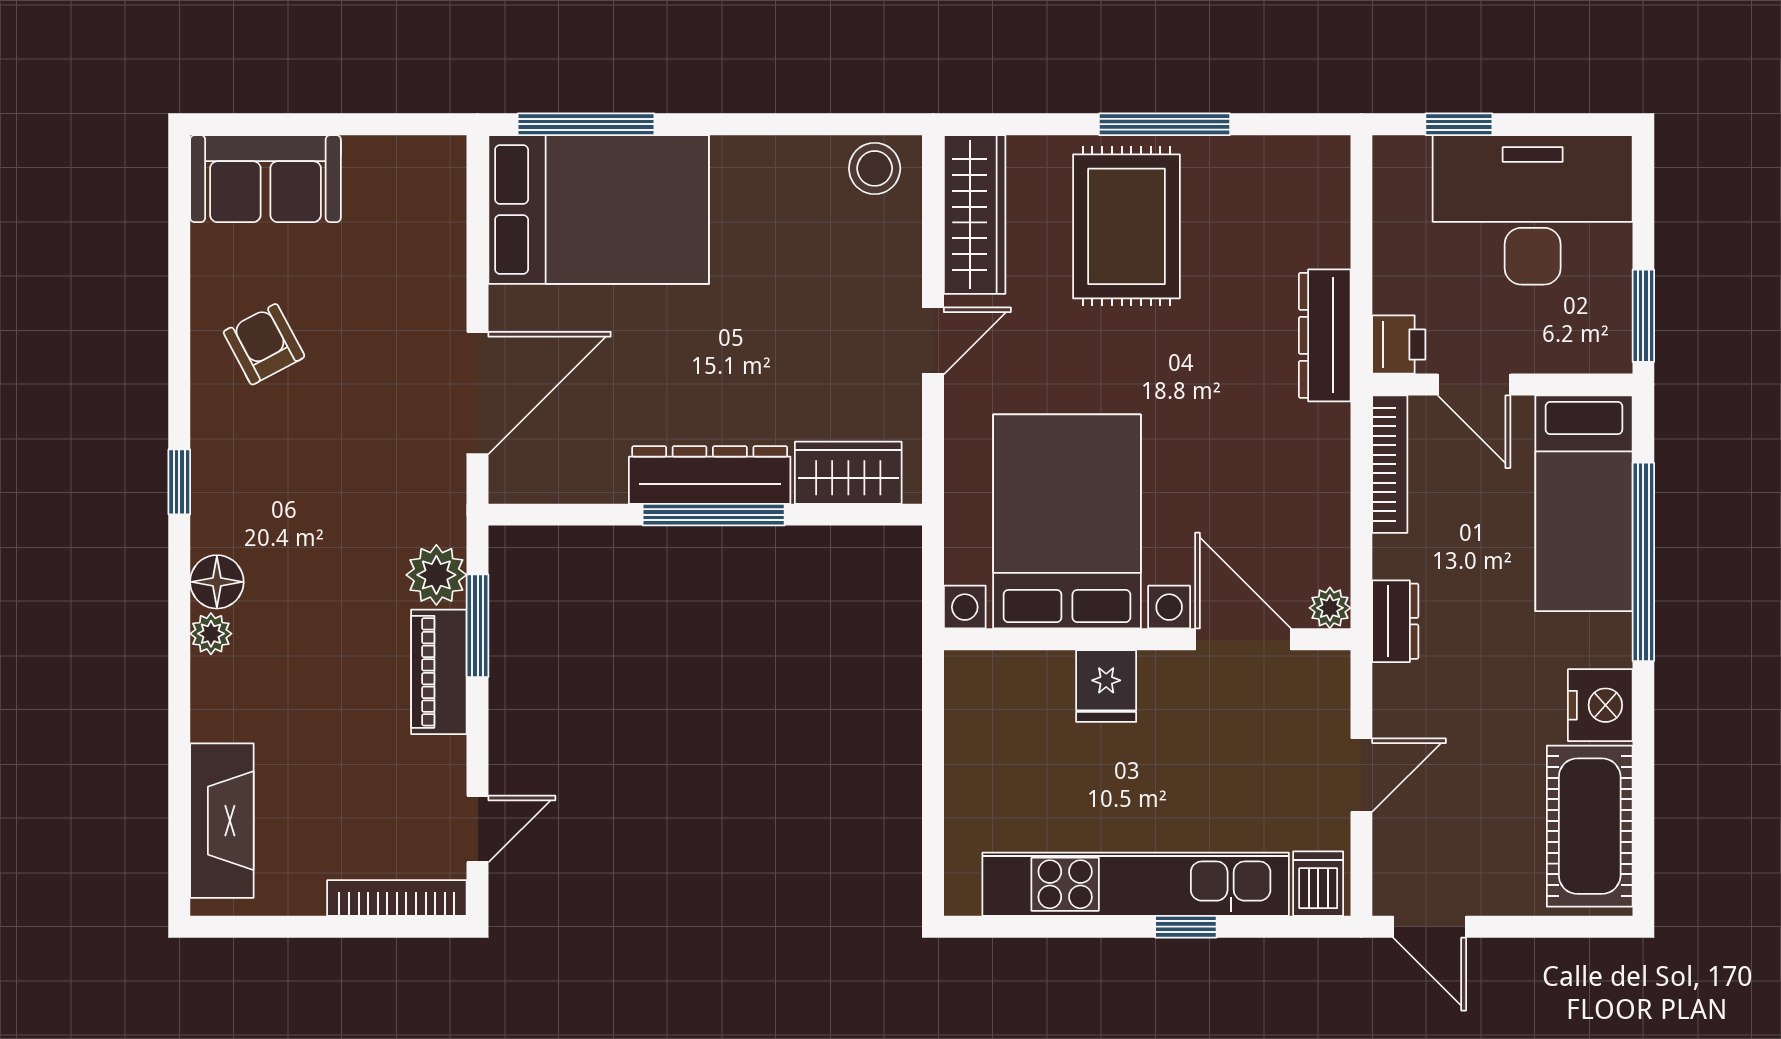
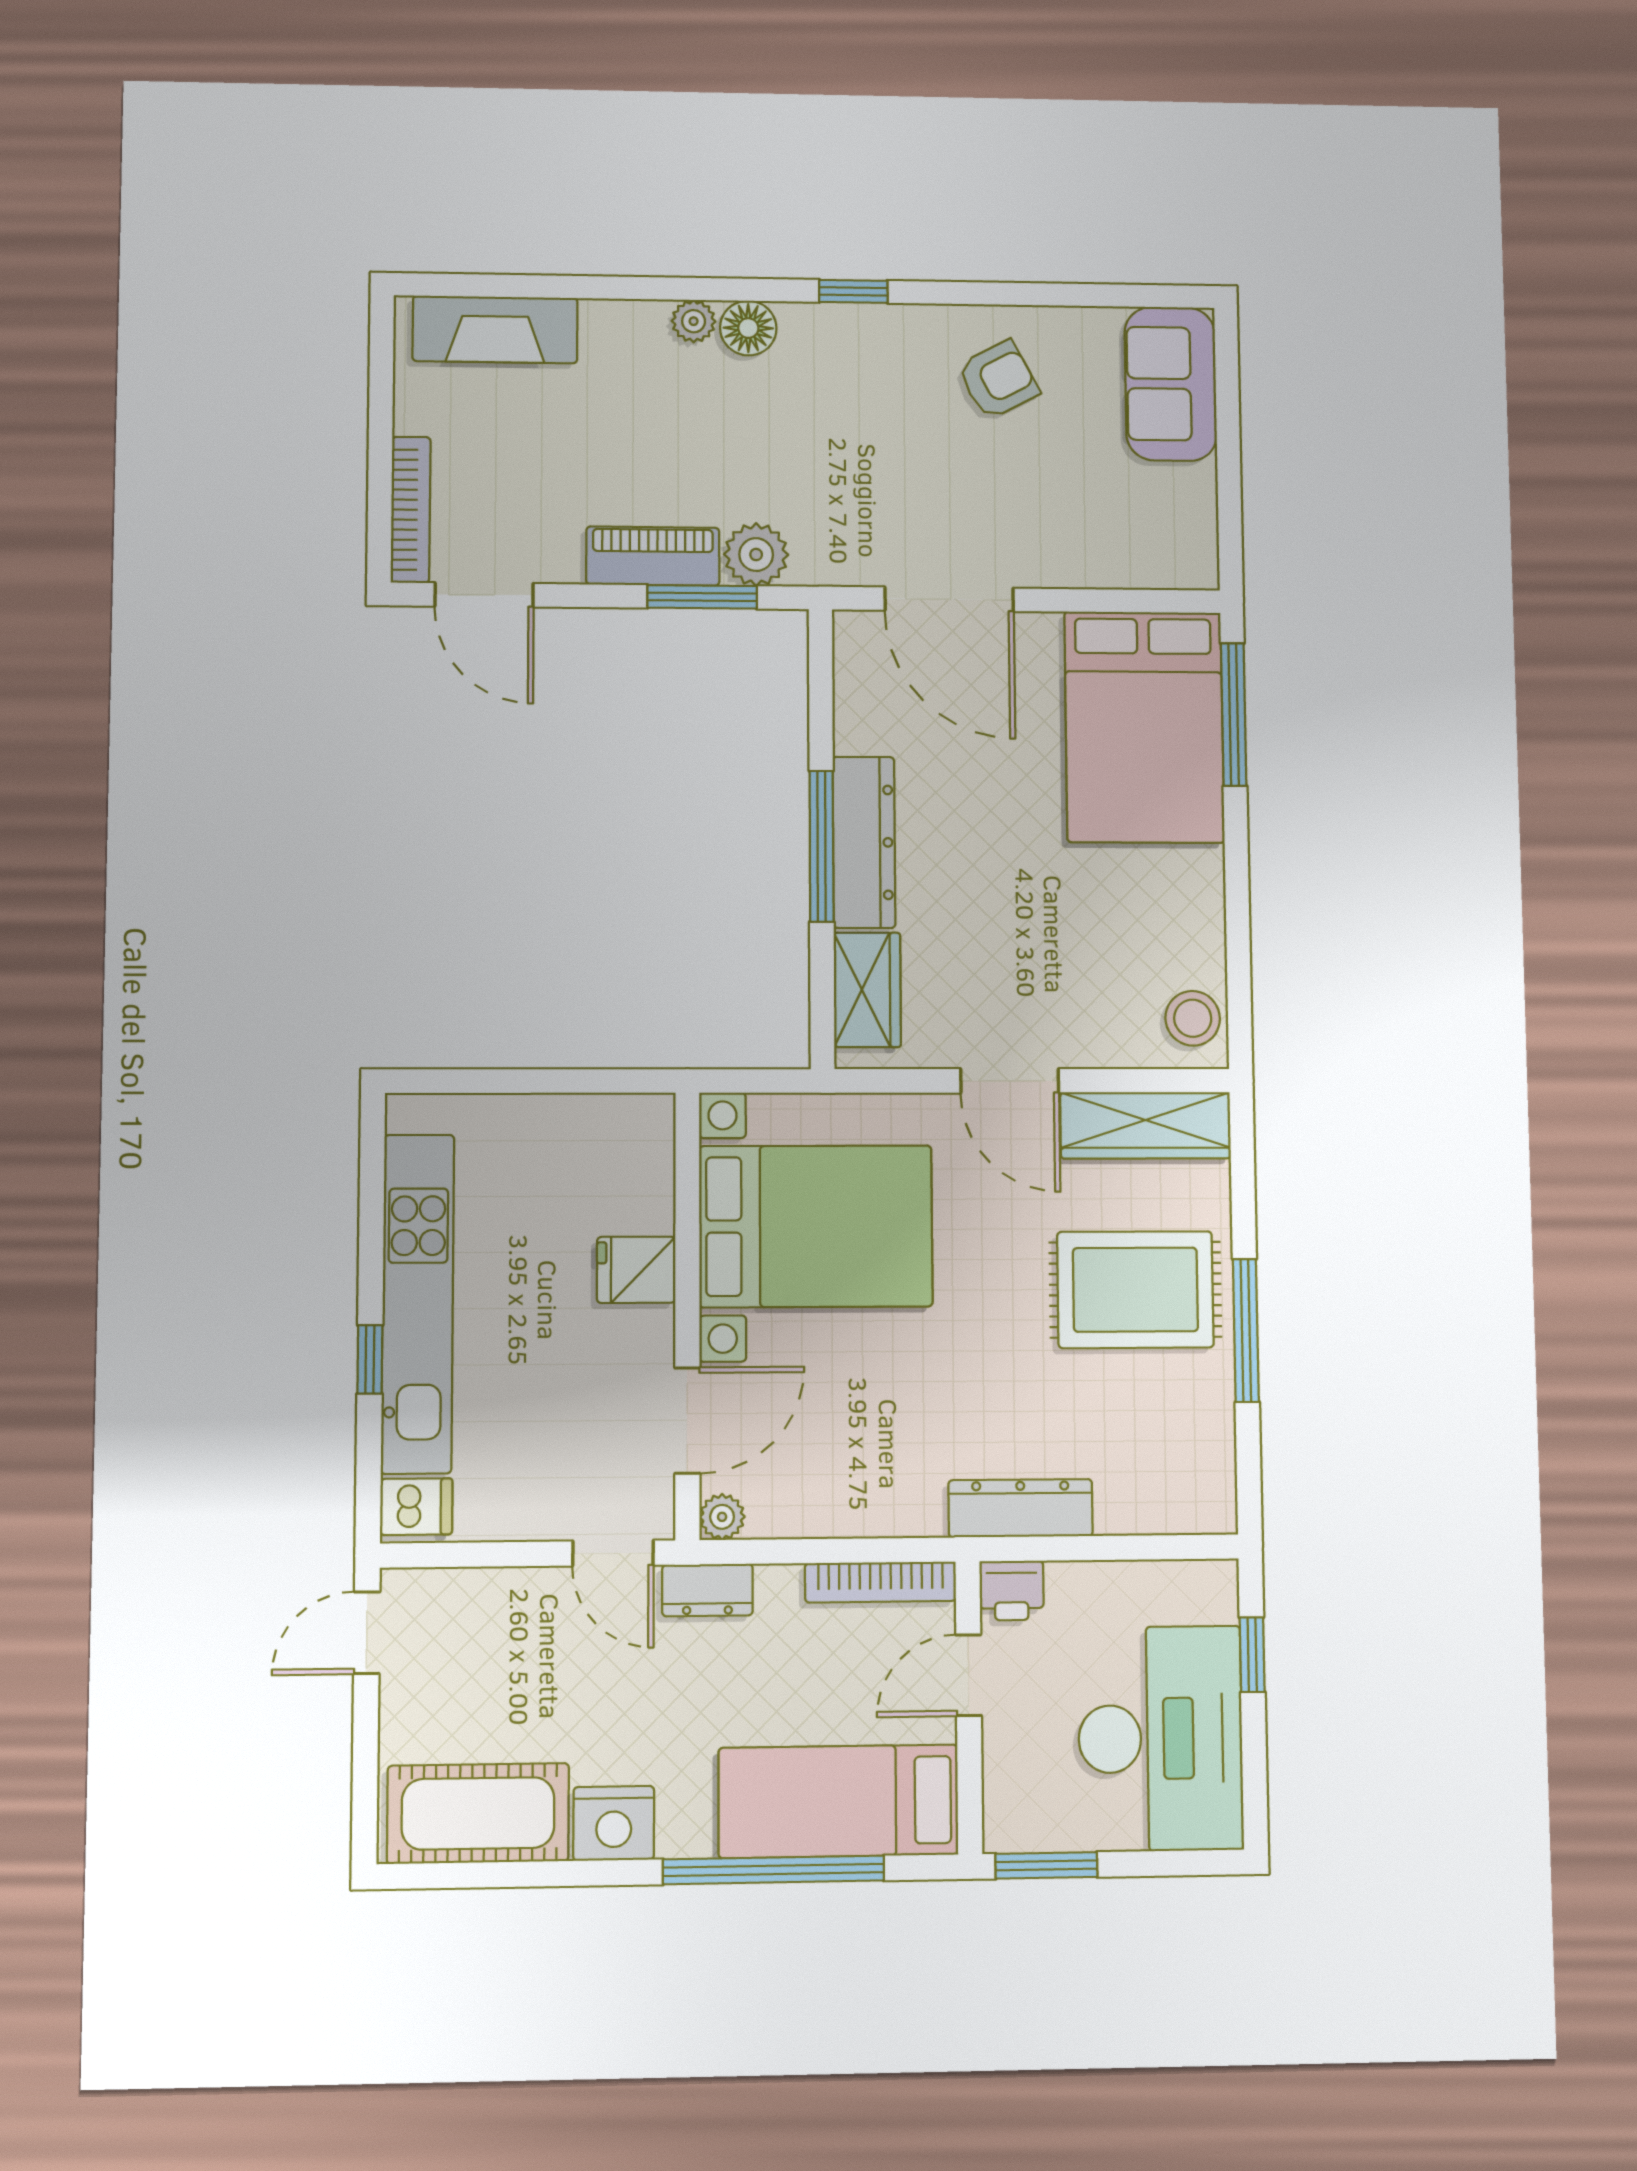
door: (933, 341) -> (1010, 1081), width x1.38
door: (1361, 775) -> (613, 1553), moved
door: (478, 829) -> (484, 595), width x1.38

